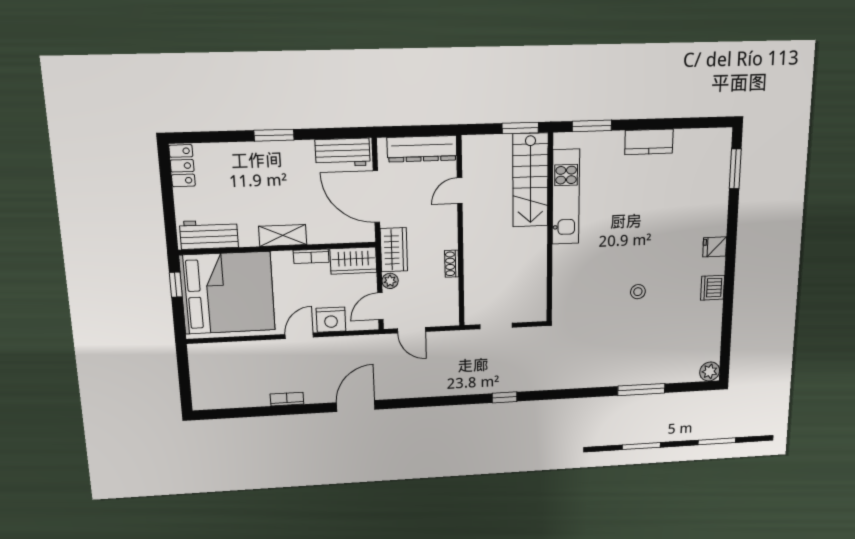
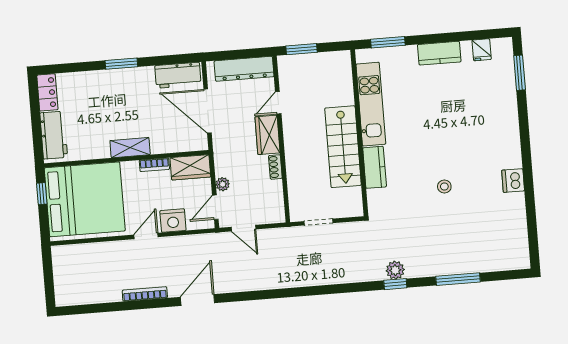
window: (520, 128) -> (302, 49), moved
stairs: (530, 180) -> (343, 147), moved
workbench: (209, 235) -> (54, 135), moved, turned 90
fridge: (715, 247) -> (482, 50), moved, turned -90
wardrobe: (394, 250) -> (268, 135), moved, turned 180
kitchen counter: (563, 268) -> (375, 167), added
plant: (710, 371) -> (395, 270), moved
window: (505, 397) -> (395, 284), moved
bookcase: (287, 399) -> (145, 294), width x1.56

